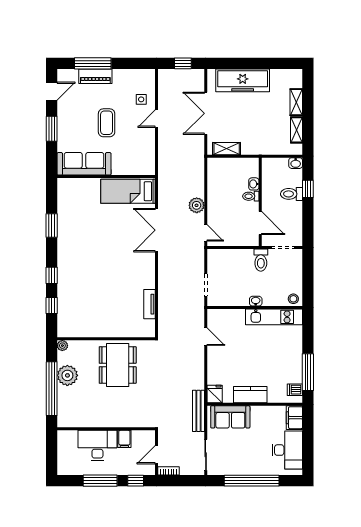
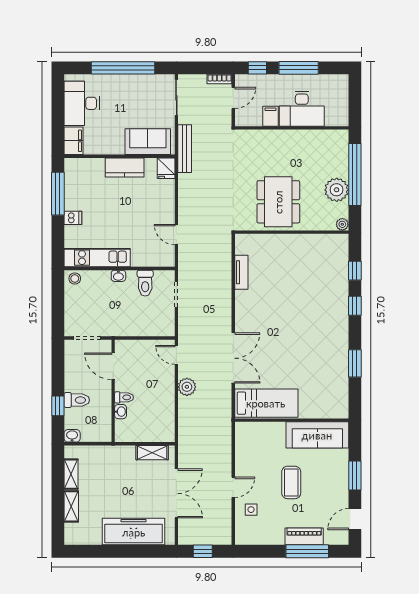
toilet: (261, 260) -> (145, 283), moved, turned 180
dishwasher: (295, 390) -> (73, 218), moved

